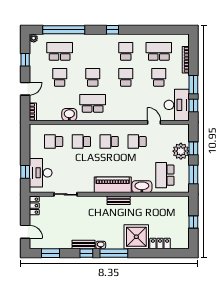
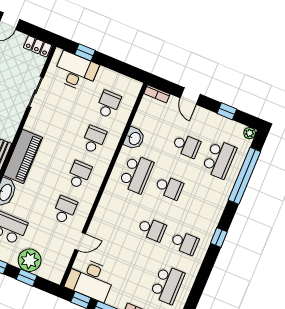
school desk: (159, 77) -> (134, 271), removed

